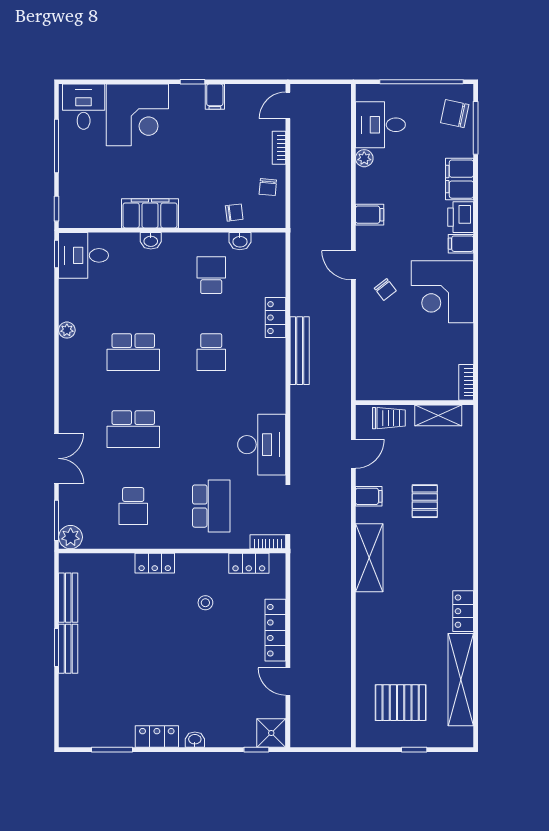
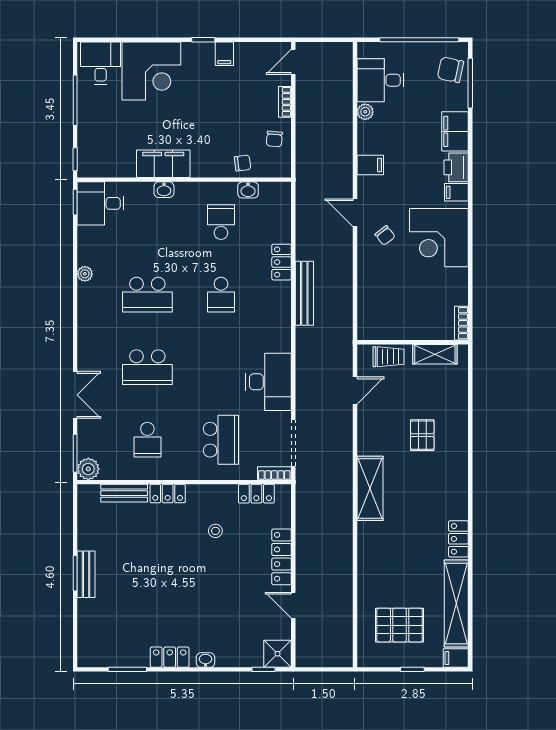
filing cabinet: (369, 496) -> (456, 658), moved, turned 180
bench: (68, 598) -> (124, 493), moved, turned 90

